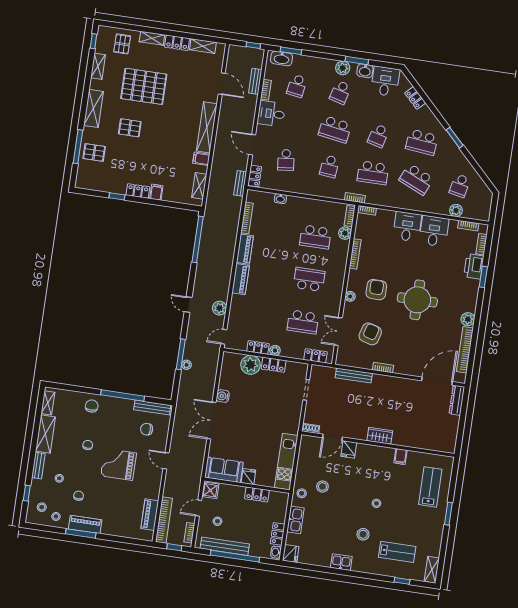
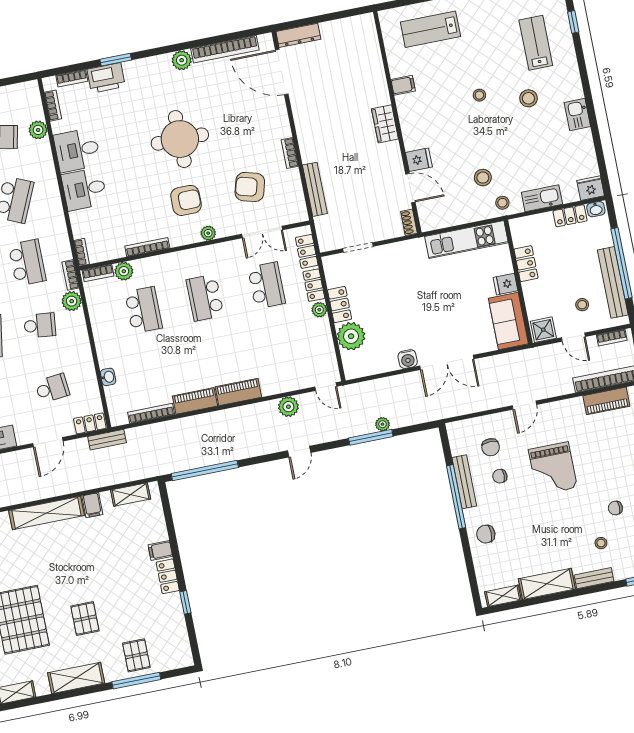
plant: (338, 193) -> (72, 301), added
armchair: (376, 290) -> (186, 200), turned 180
locker: (258, 348) -> (314, 285), moved
bench: (152, 407) -> (464, 482), moved
chair: (88, 445) -> (500, 476), moved

